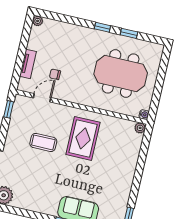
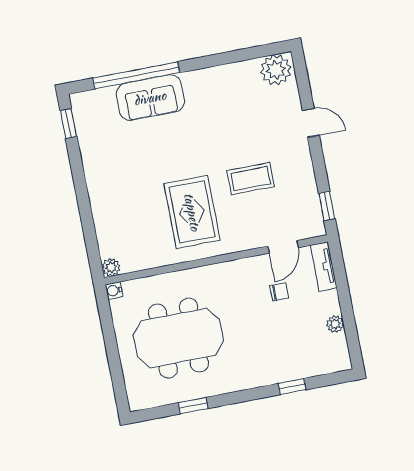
plant: (38, 21) -> (335, 324), moved
window: (102, 27) -> (292, 387), moved
tv unit: (28, 64) -> (324, 267), moved

